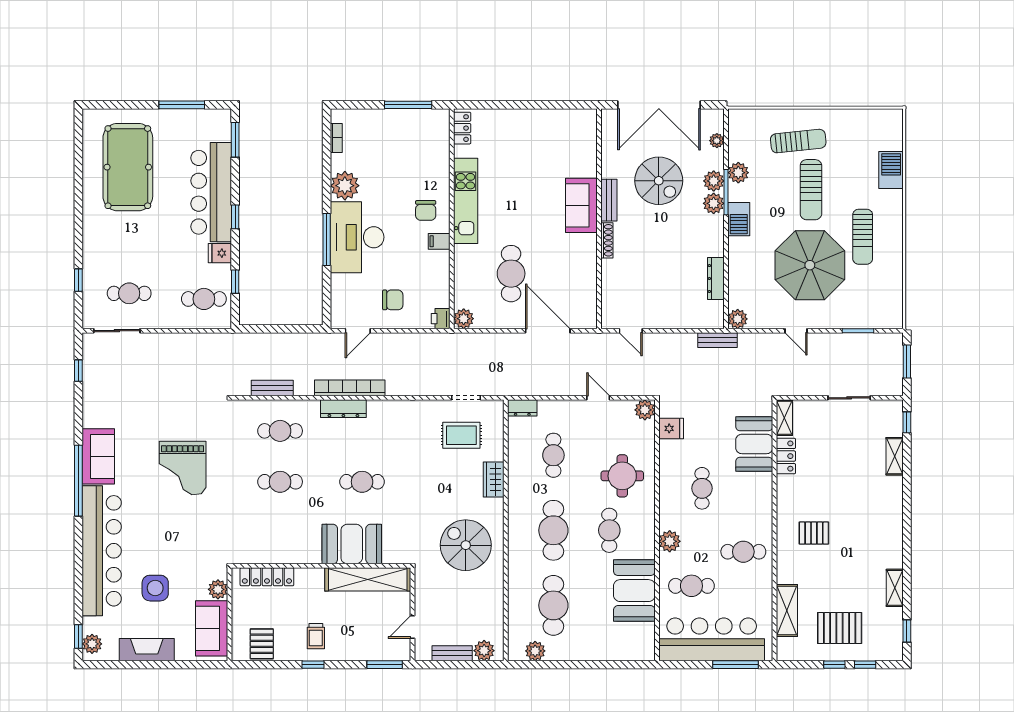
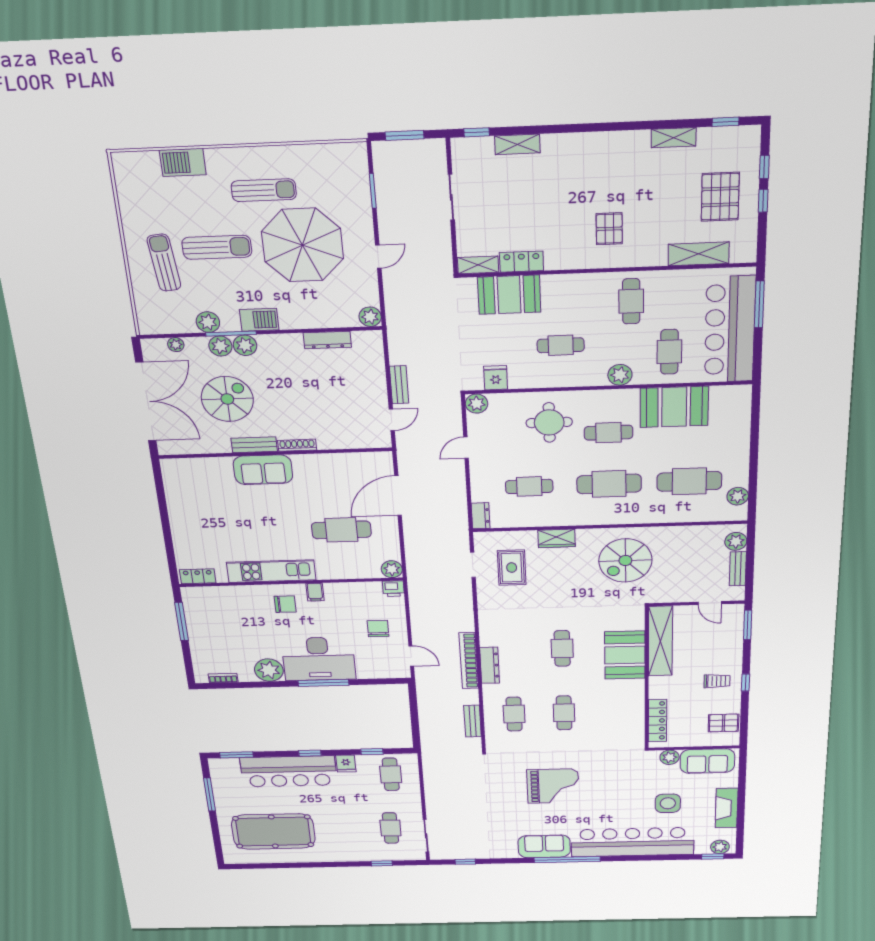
bench: (718, 340) -> (399, 385), moved

